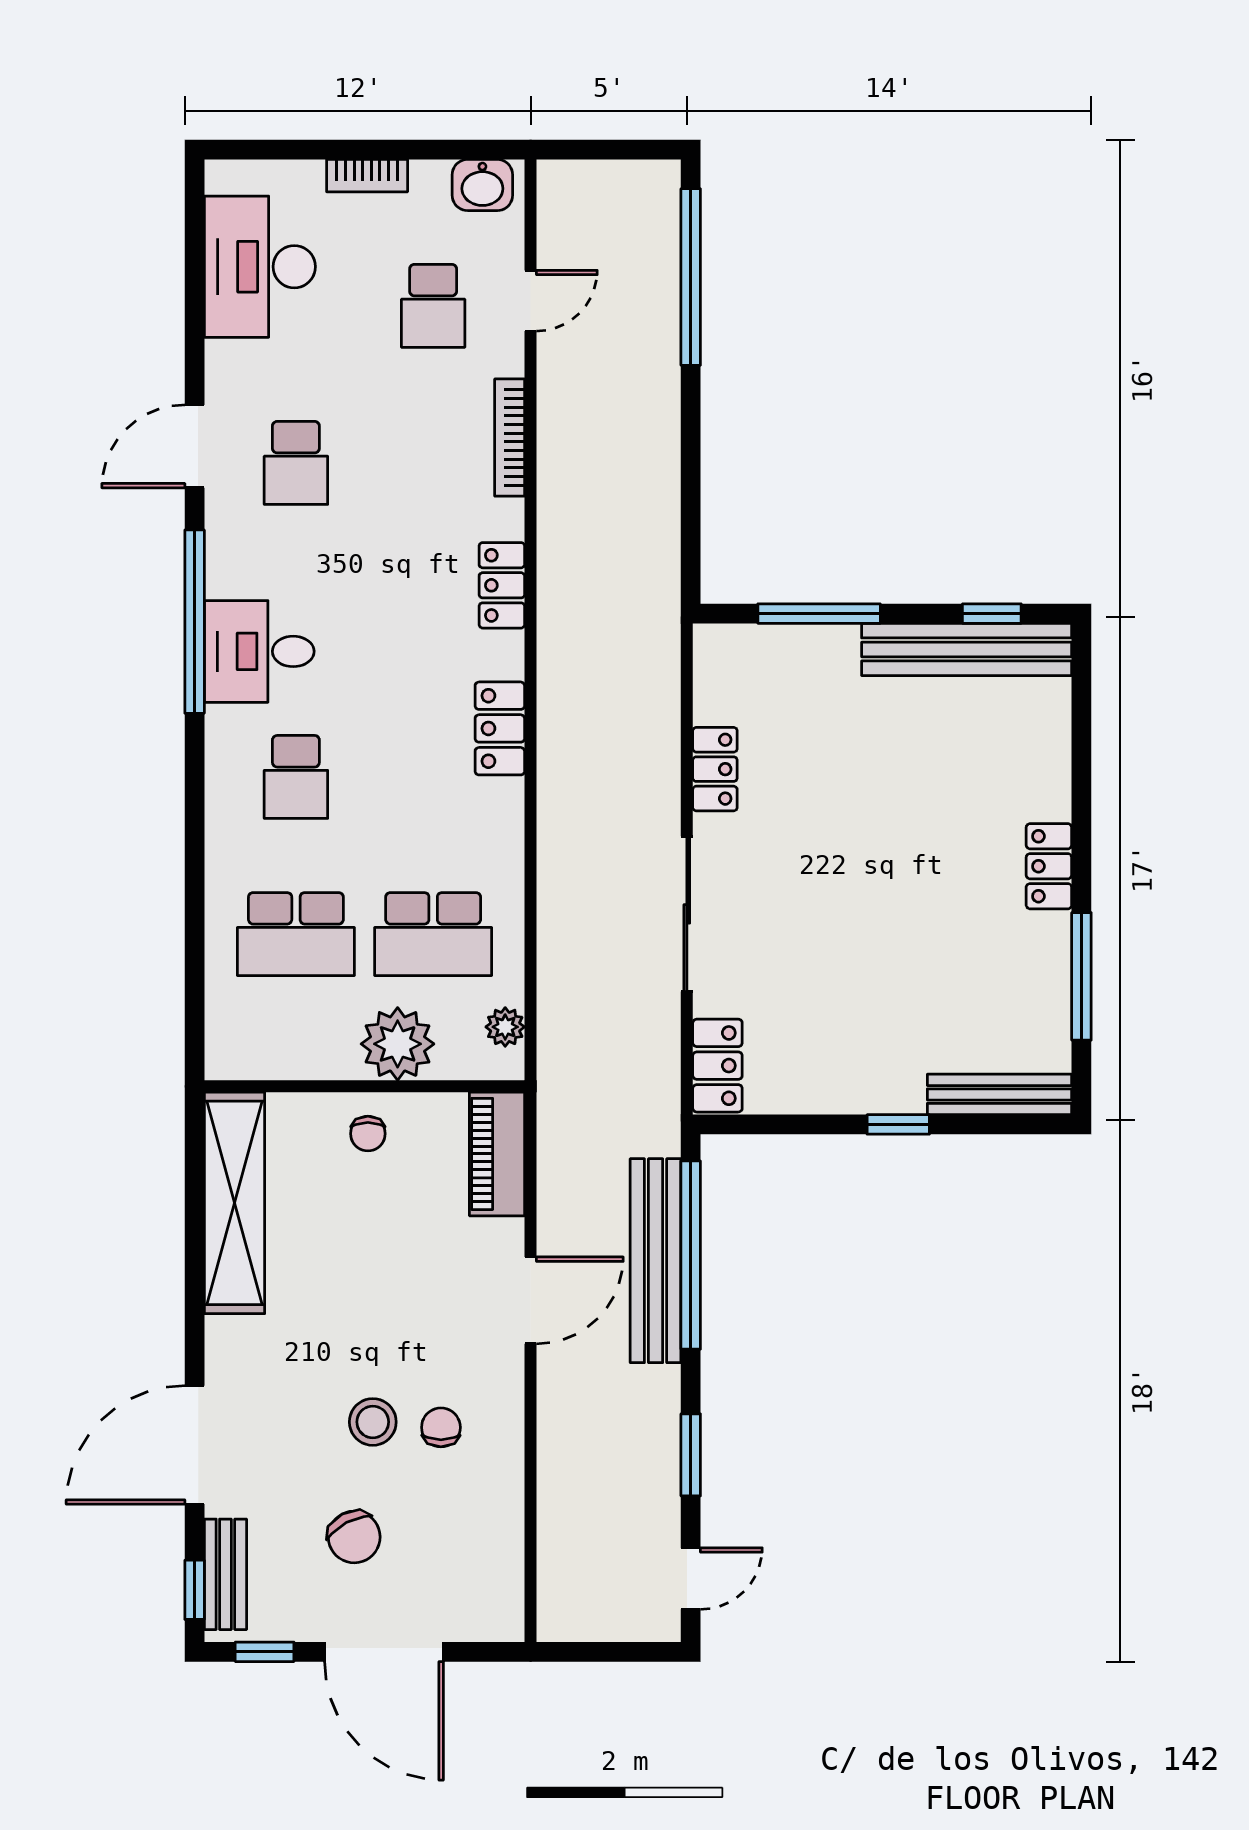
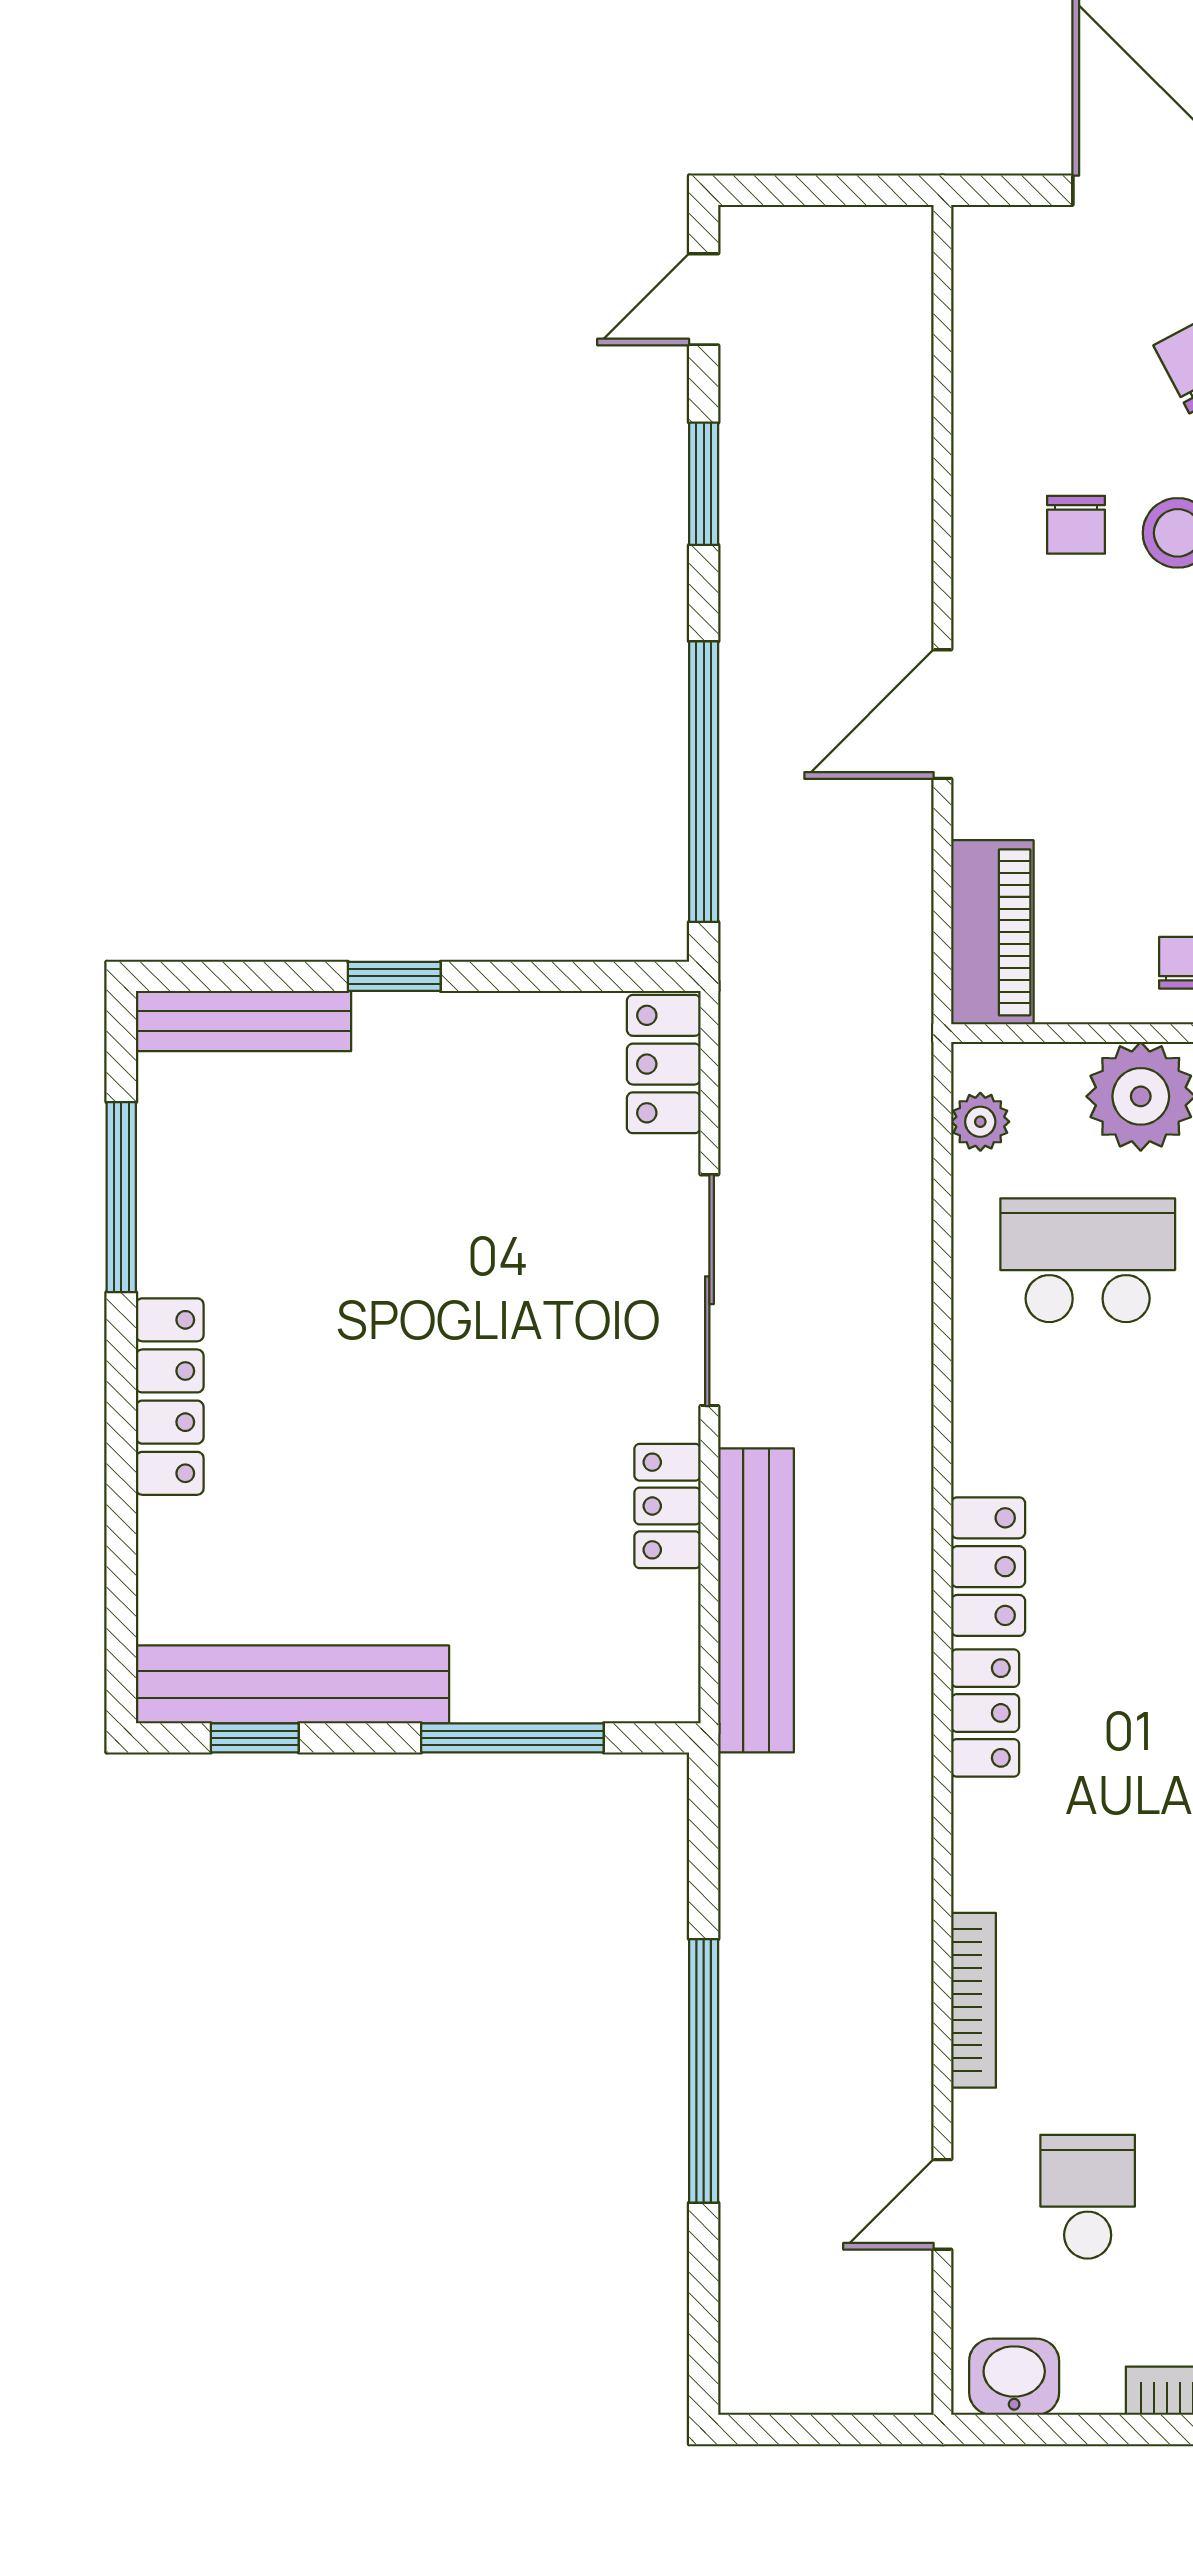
window: (691, 277) -> (704, 2071), moved
locker: (502, 585) -> (985, 1713), moved
locker: (1049, 866) -> (170, 1397), width x1.53
bench: (656, 1261) -> (756, 1600), moved

